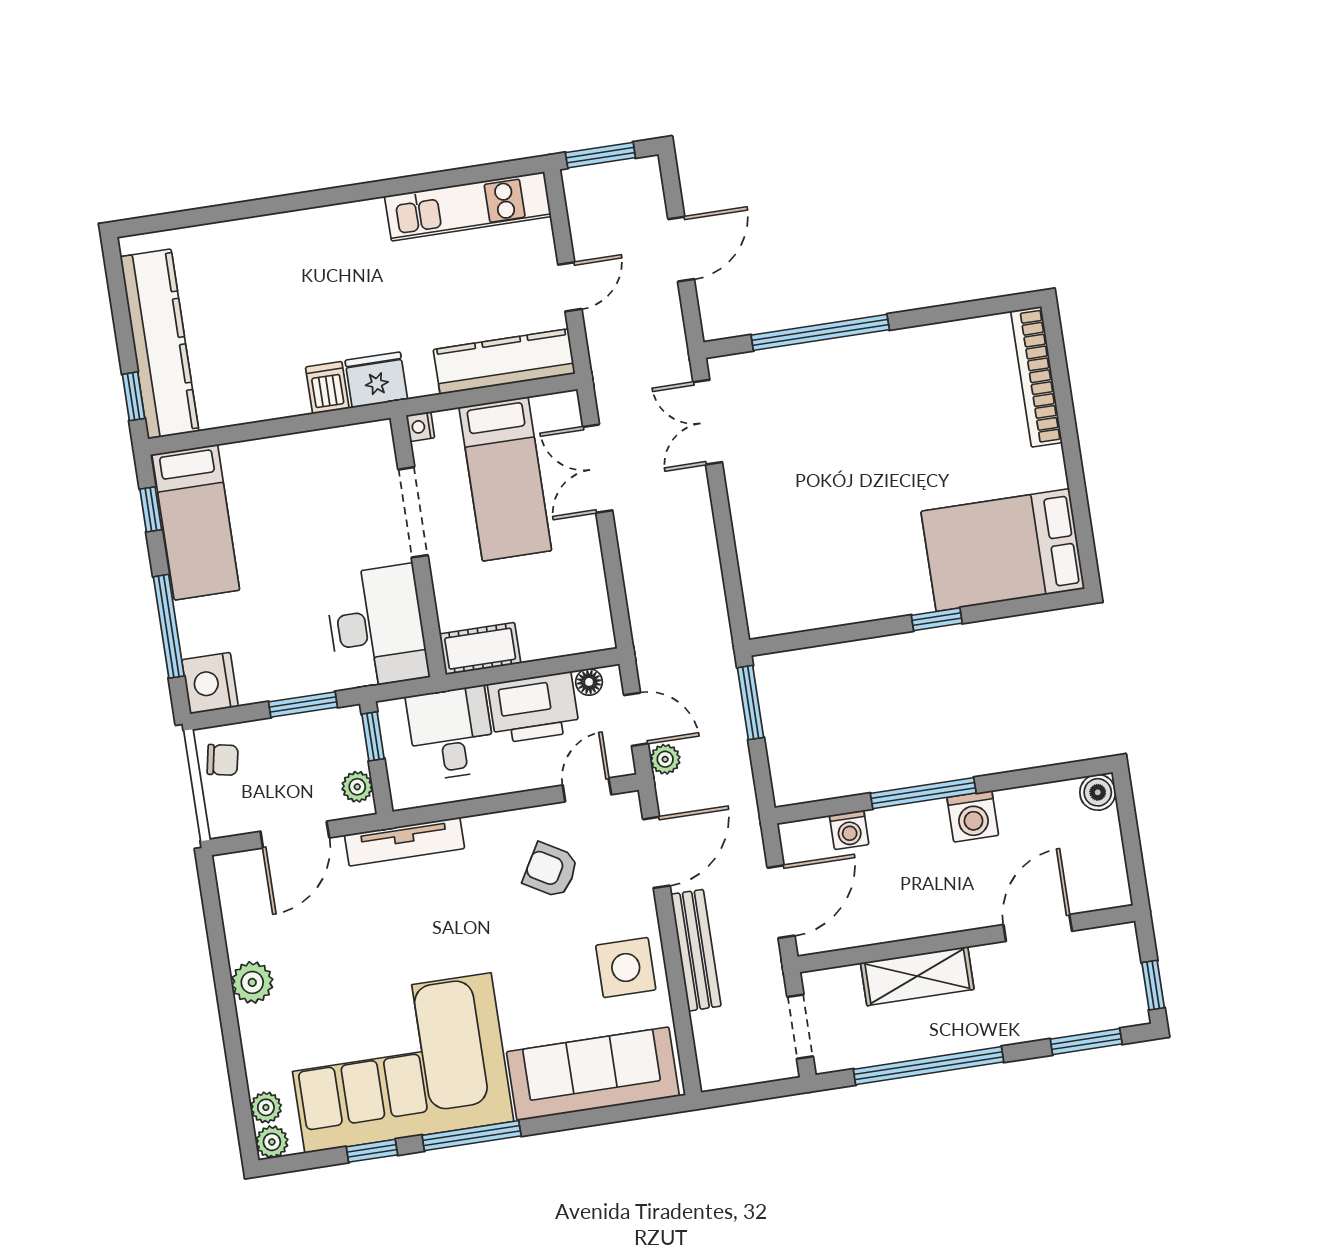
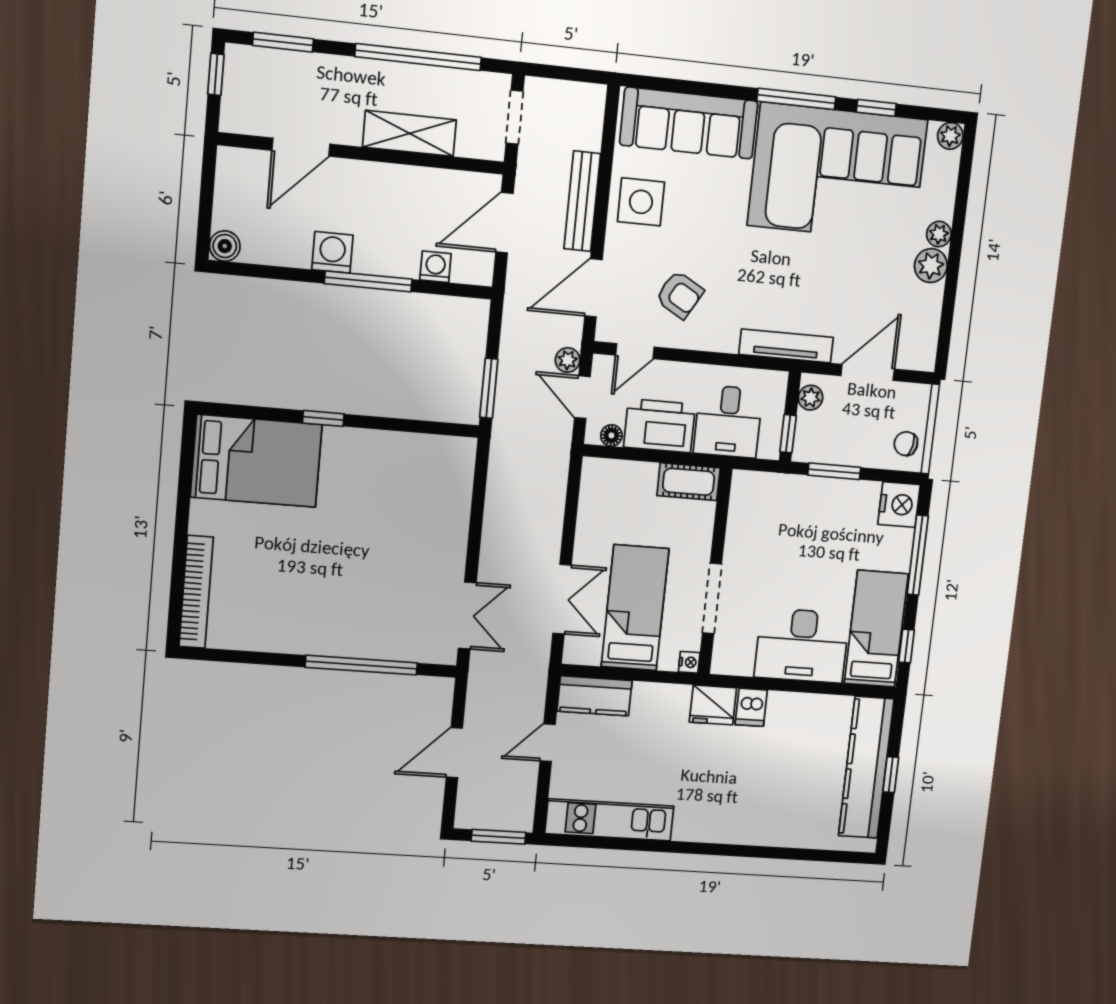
kitchen counter: (504, 362) -> (595, 696), width x0.67
window: (134, 396) -> (891, 775), moved
desk: (377, 627) -> (802, 645), moved, turned -90
plant: (266, 1107) -> (939, 234), moved

